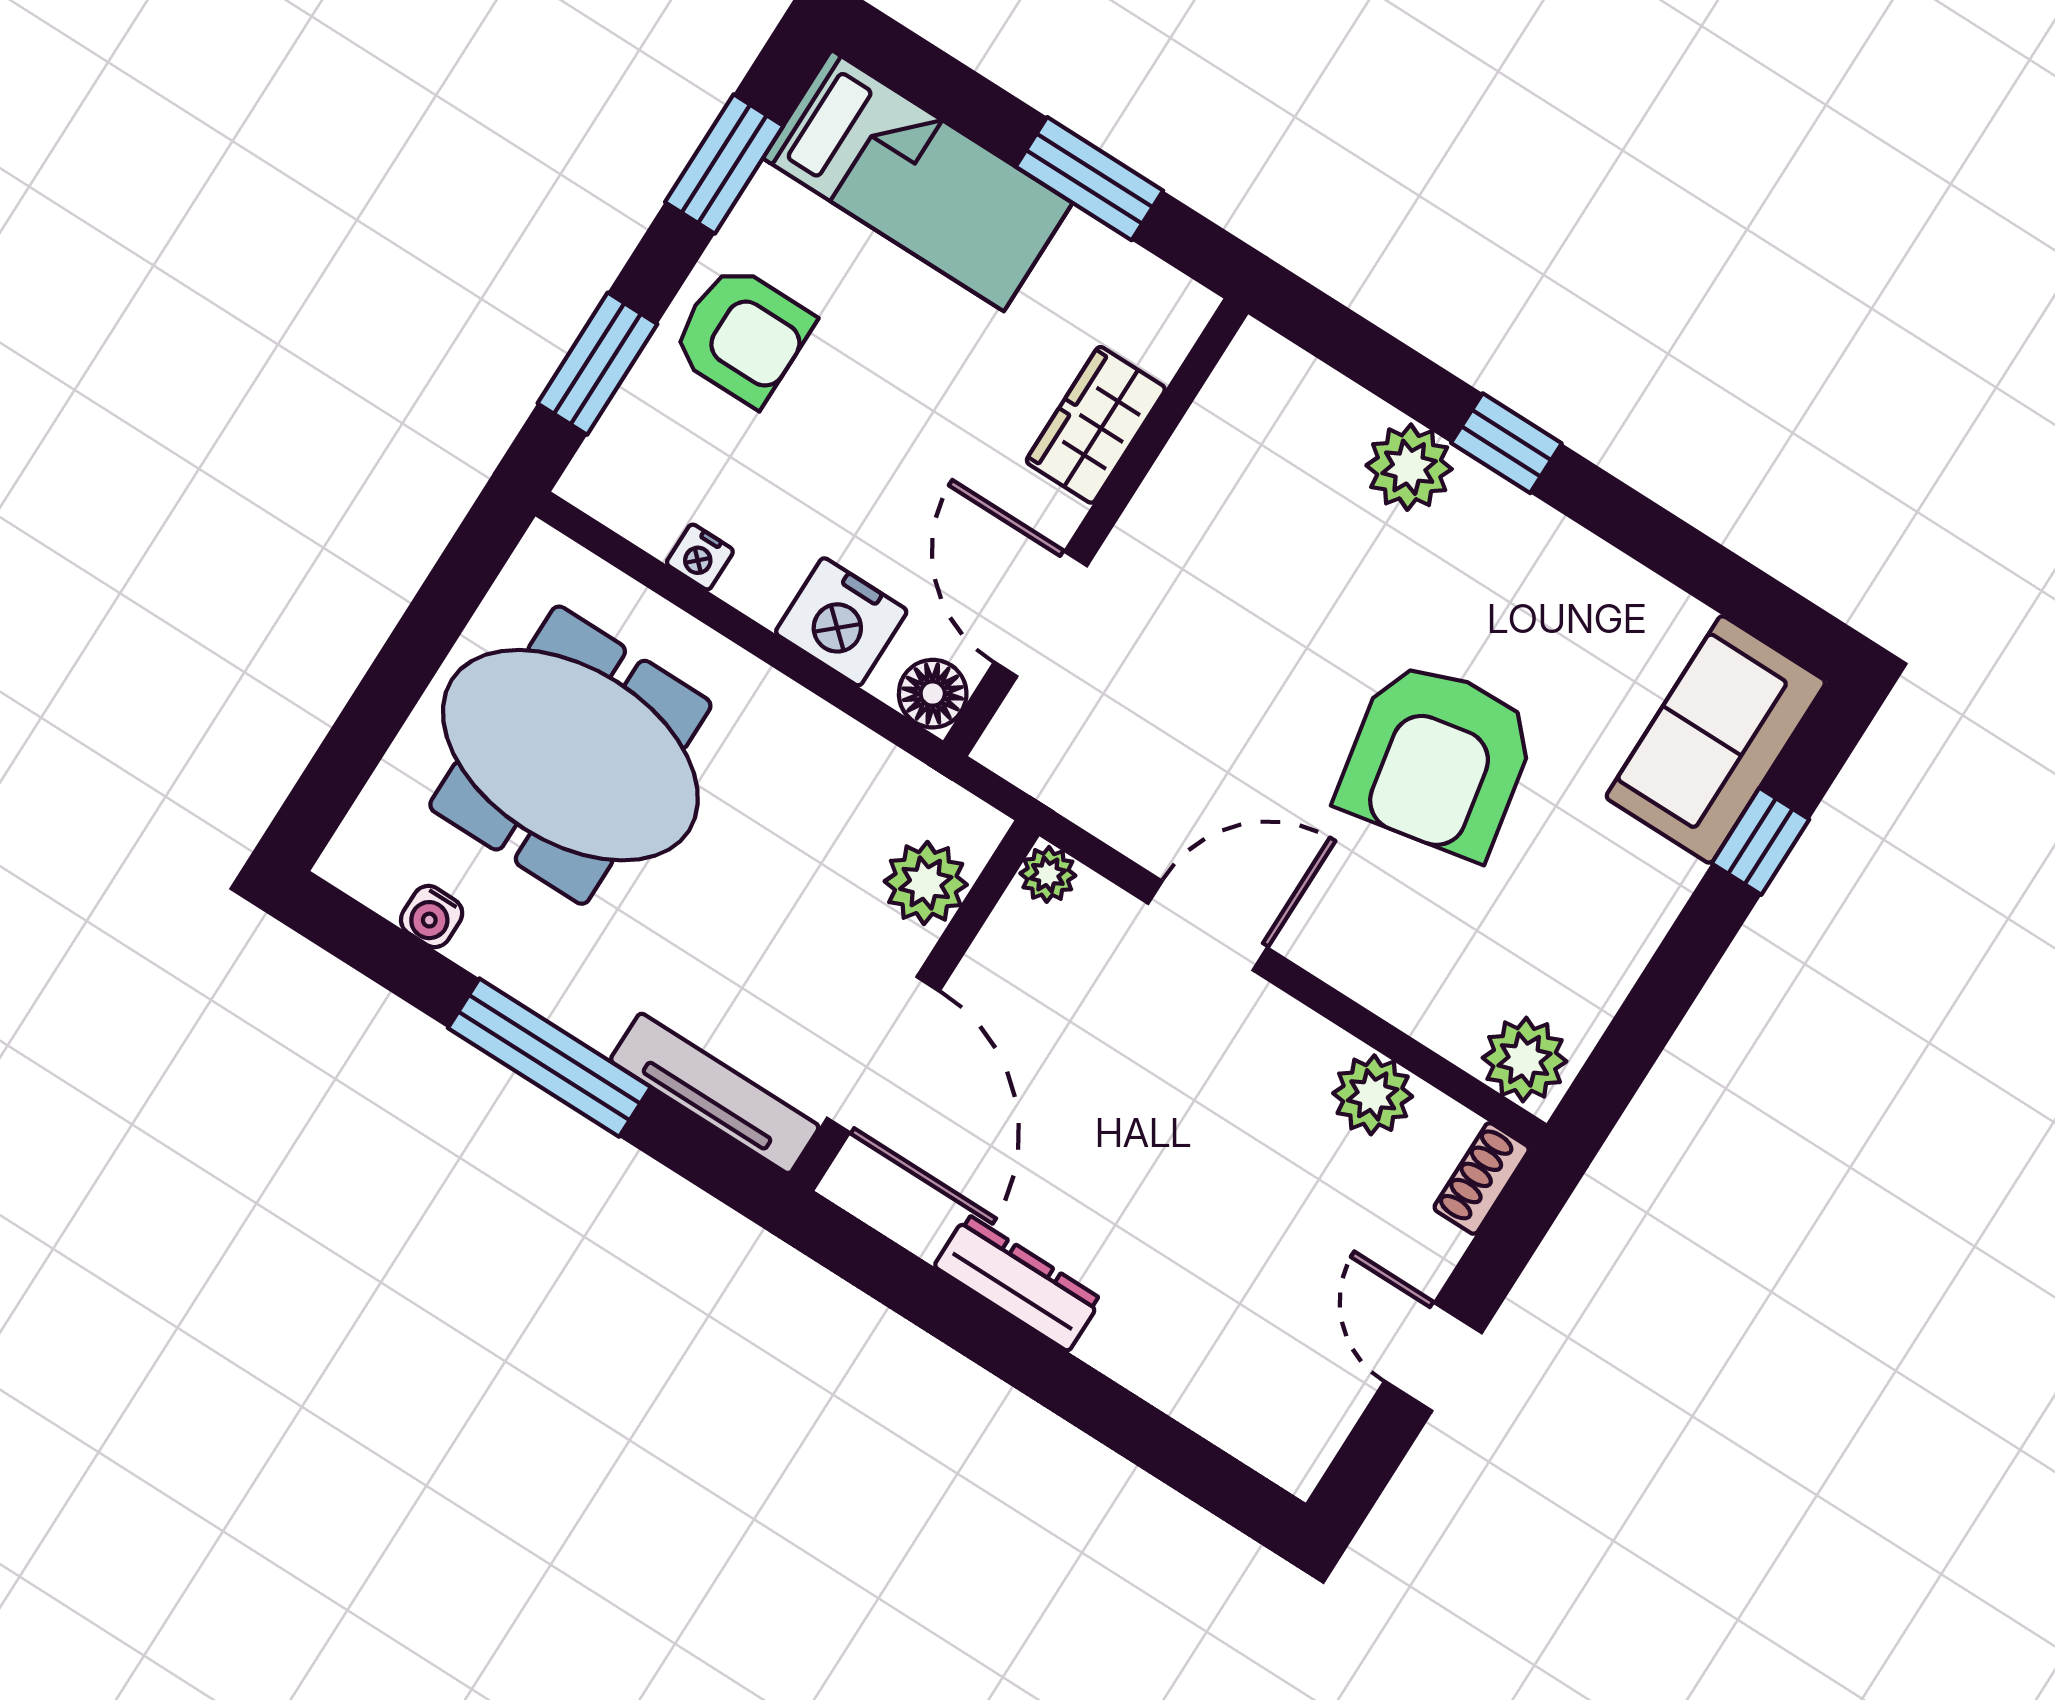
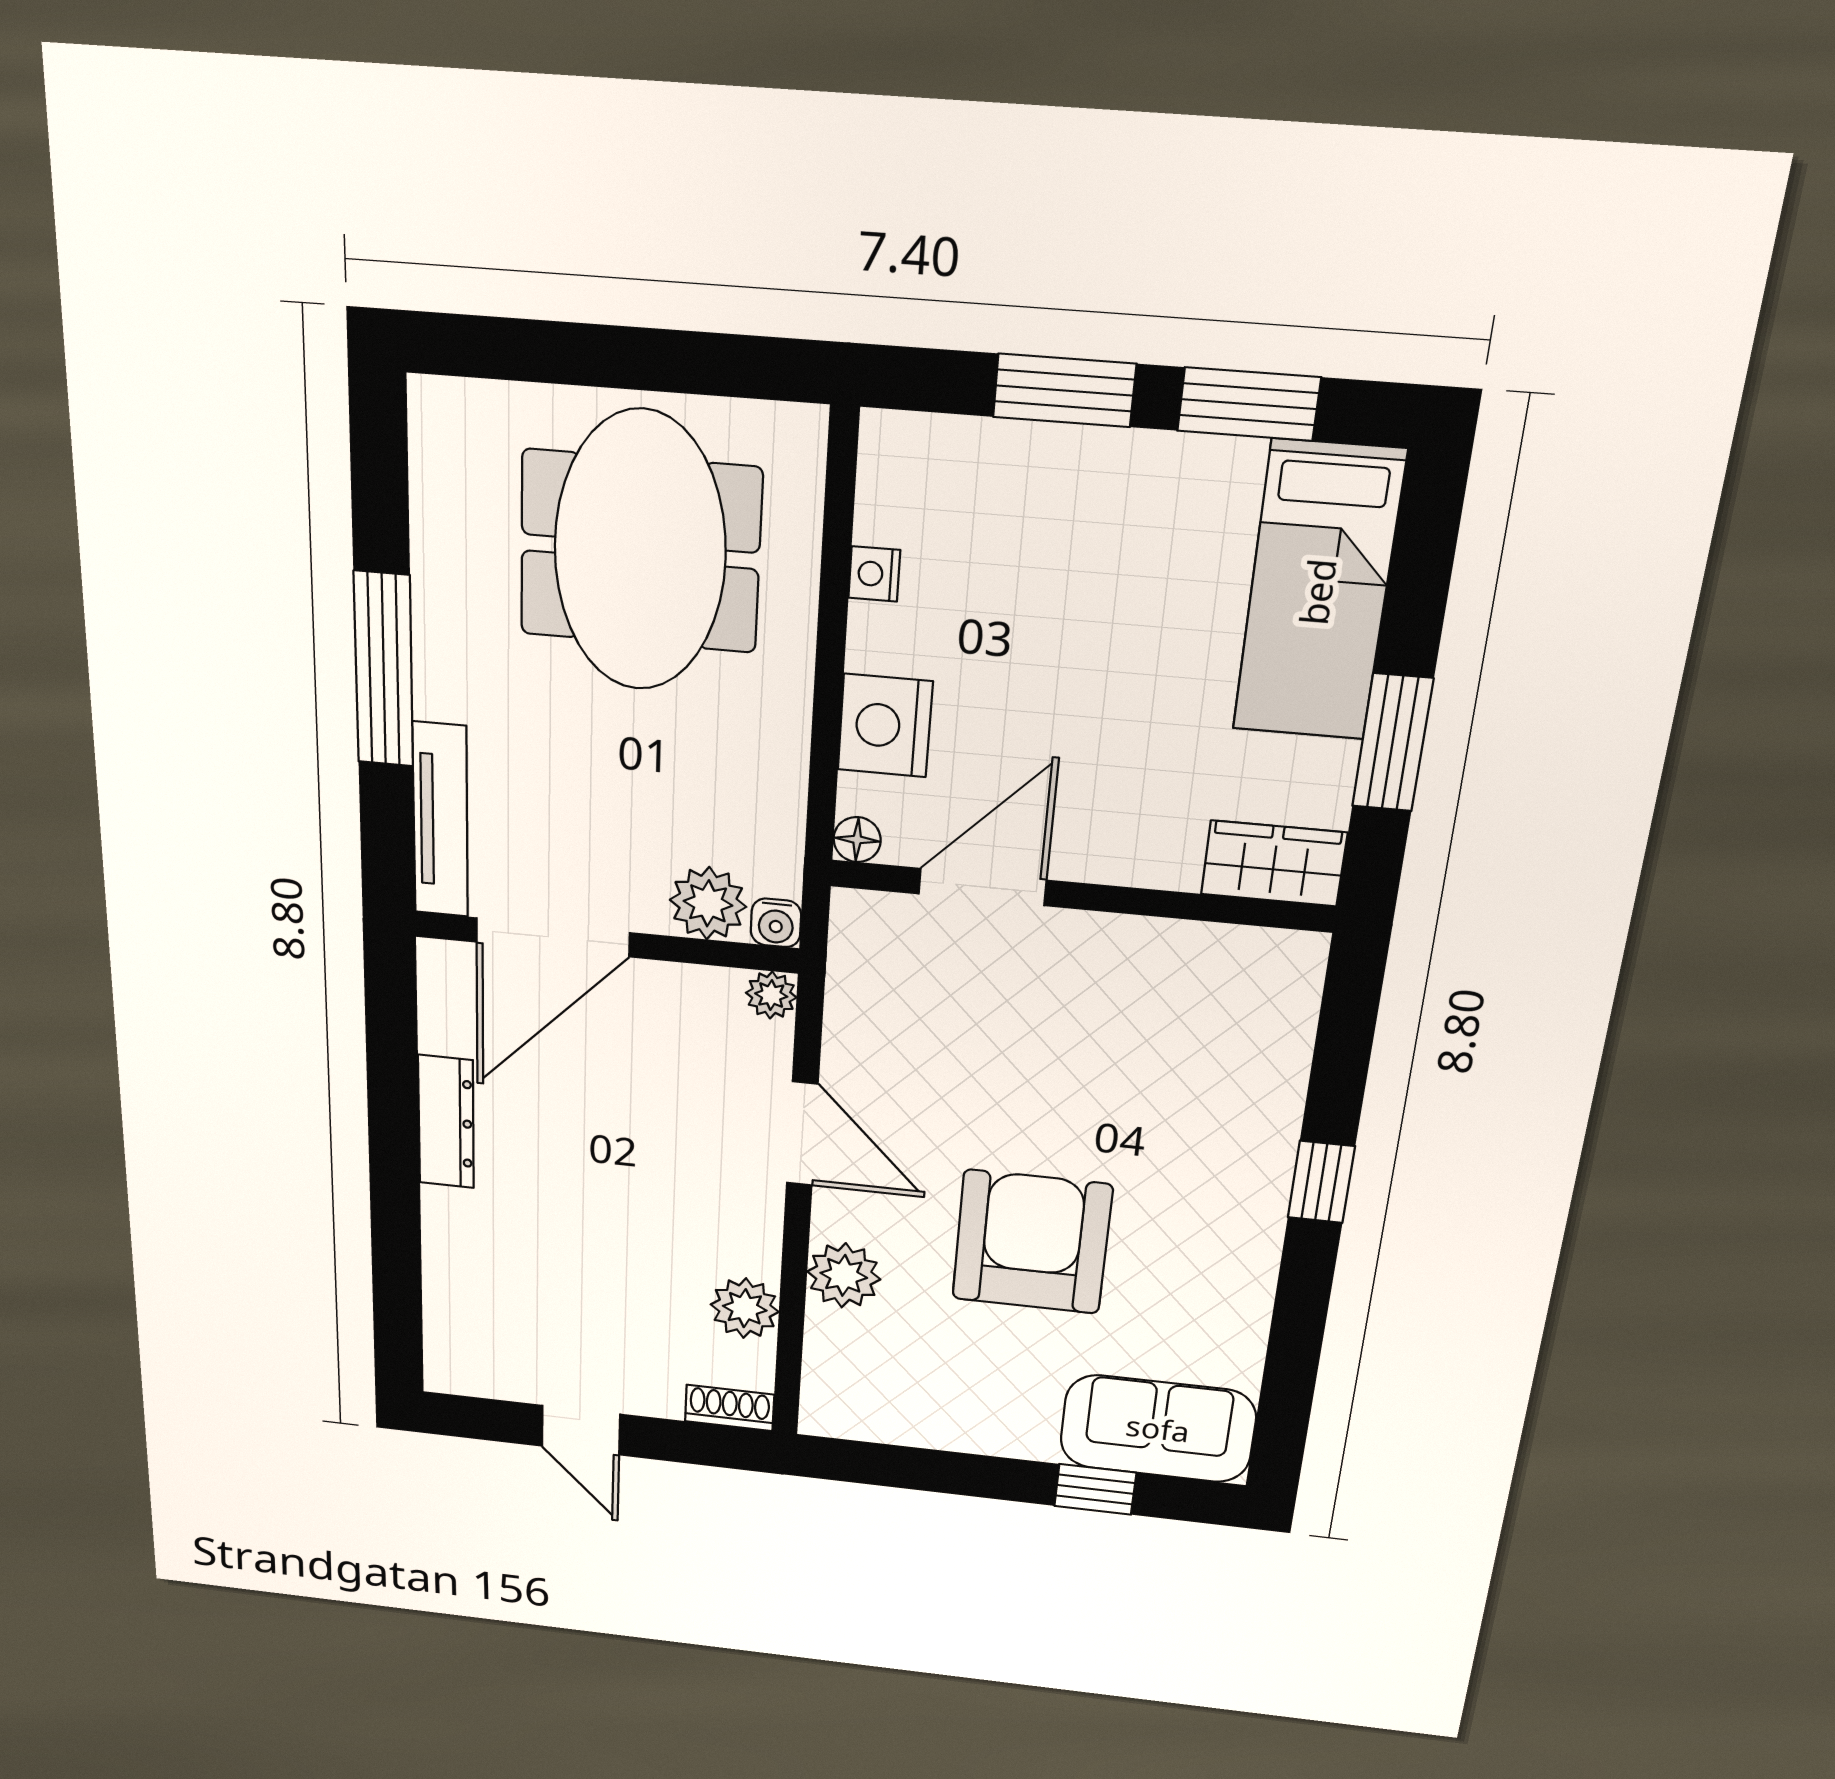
armchair: (742, 335) -> (1095, 506), removed
window: (597, 364) -> (1064, 390), moved
wardrobe: (1096, 425) -> (1274, 863), moved
plant: (1409, 467) -> (1262, 1118), removed
floor lamp: (933, 694) -> (857, 840), width x0.73, depth x0.73
armchair: (1437, 759) -> (1032, 1242), turned 101
water cooler: (432, 916) -> (776, 923), moved, turned -90
plant: (1525, 1060) -> (844, 1275), moved
door: (1433, 1357) -> (581, 1430), swing flipped

